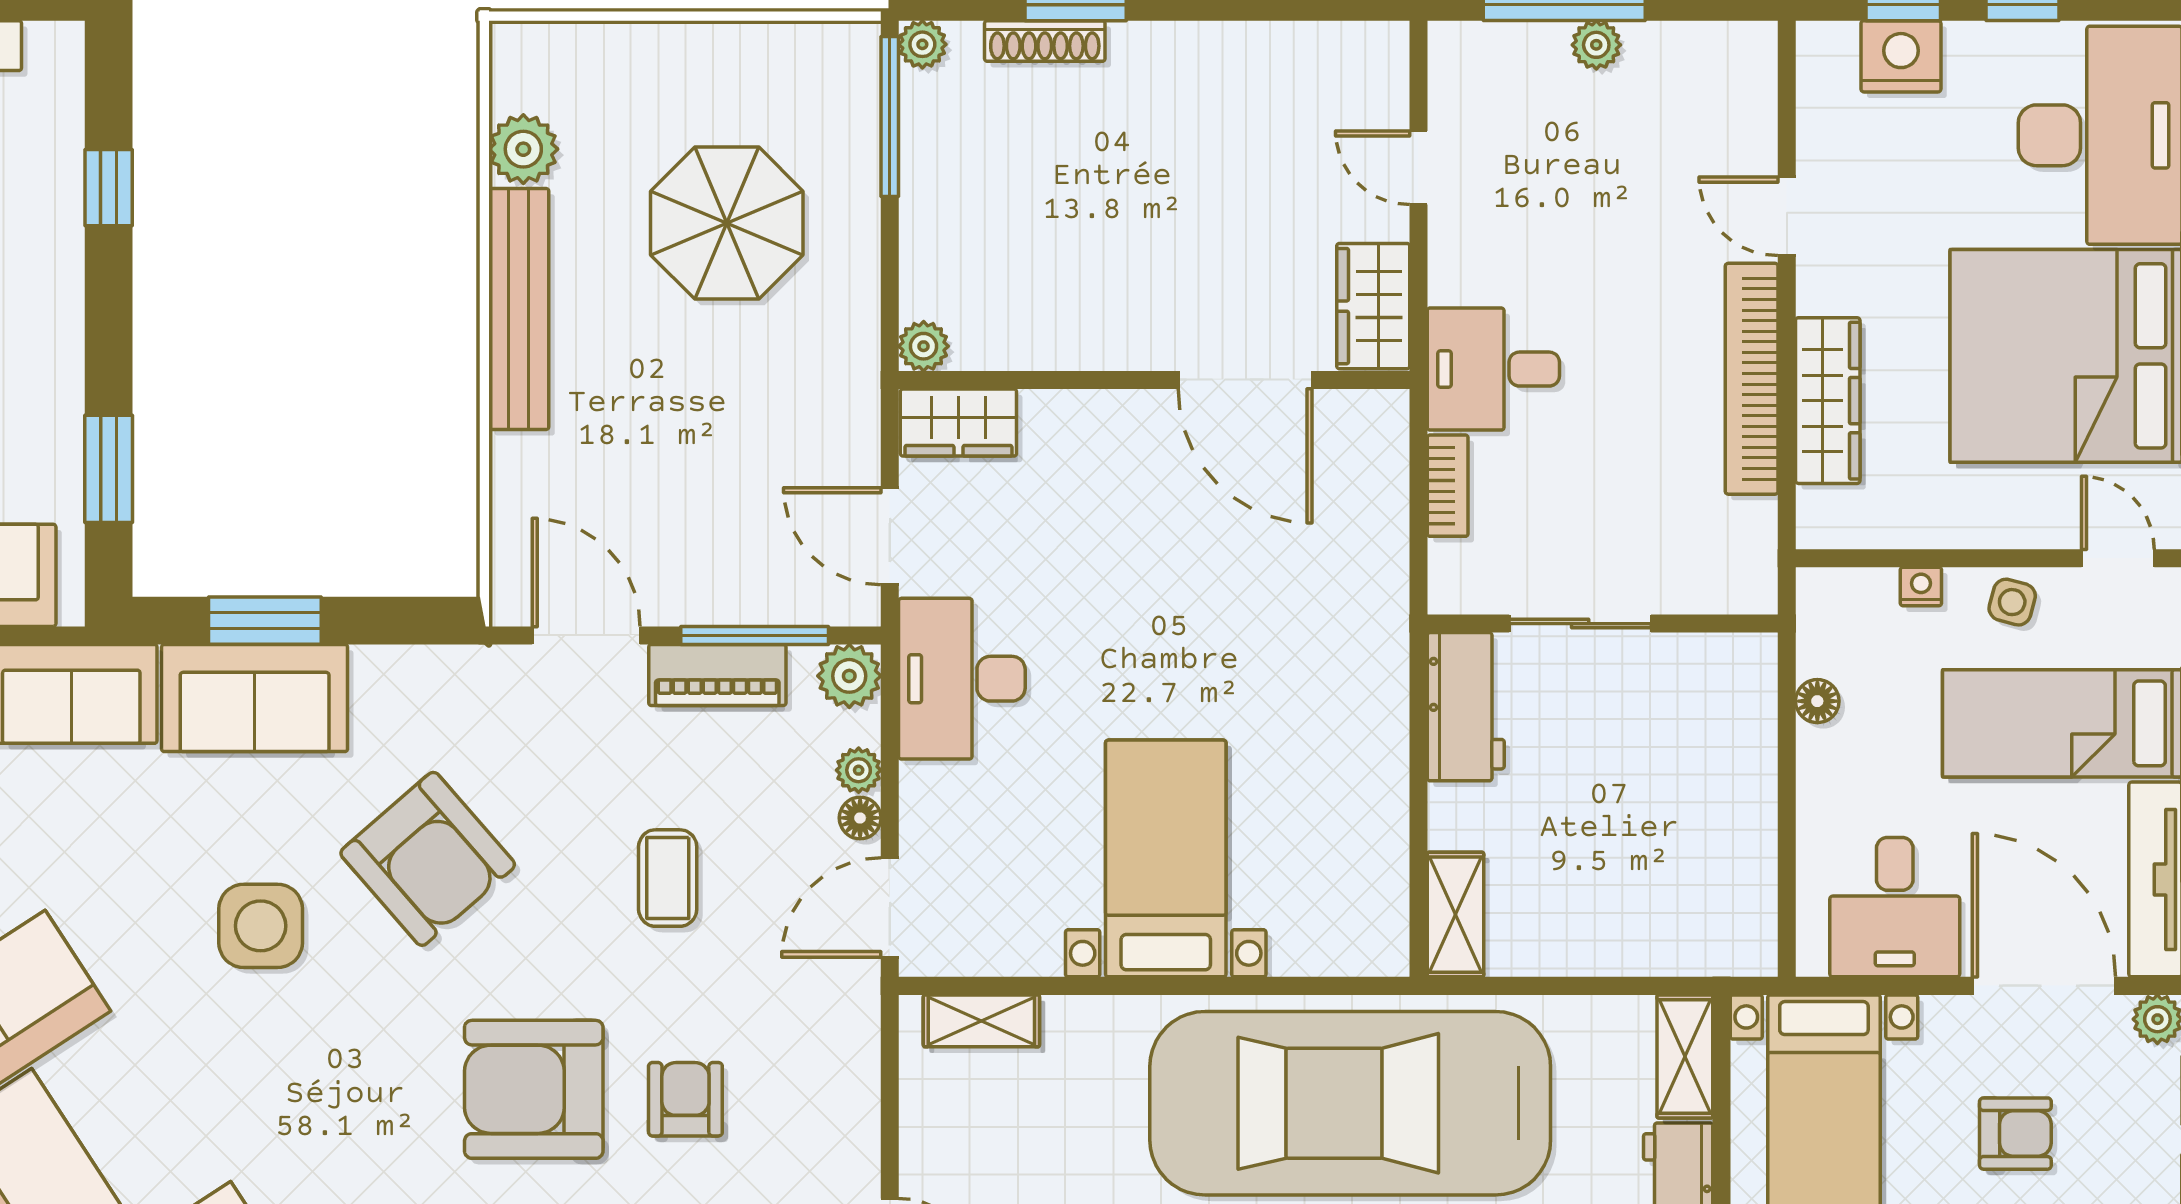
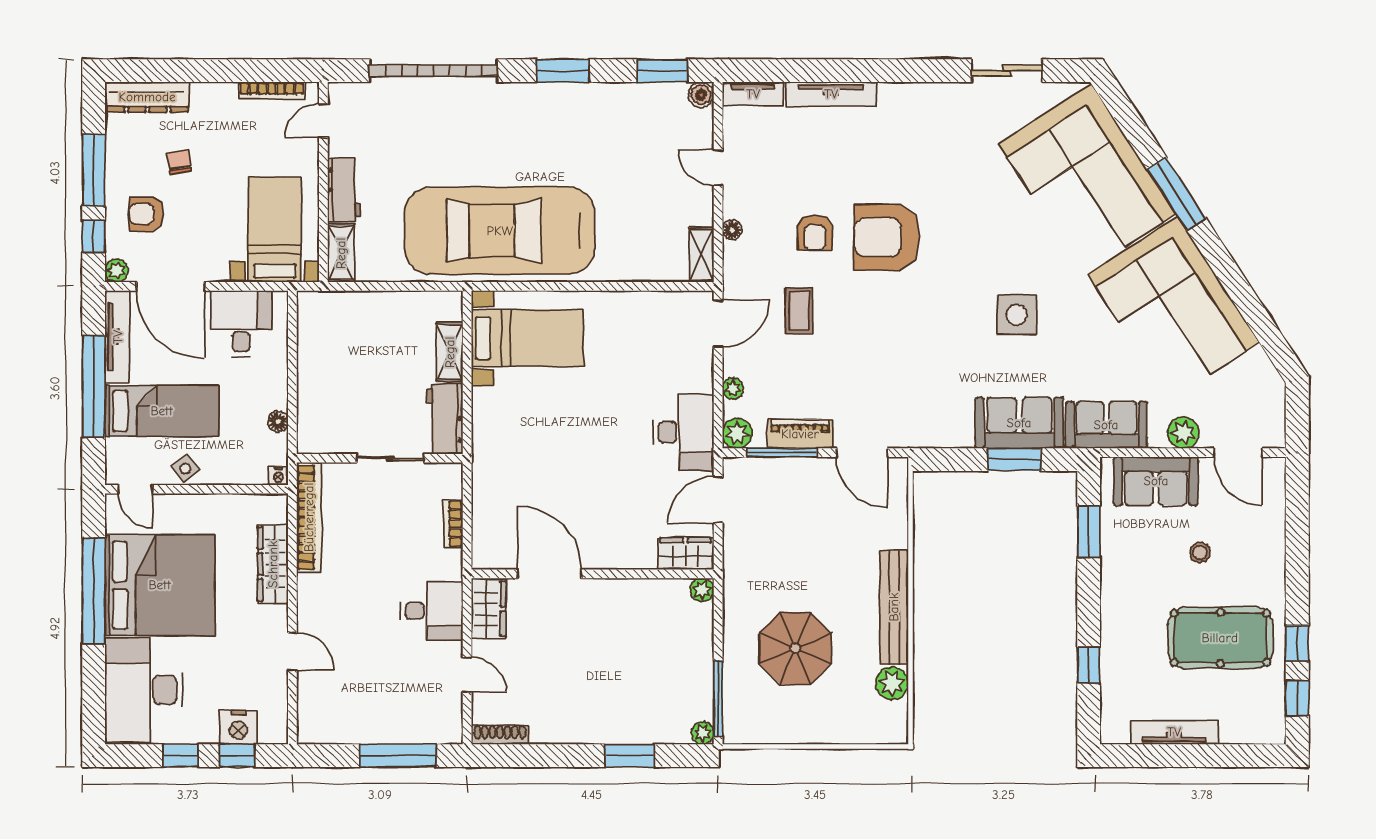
shoe rack: (1045, 41) -> (500, 735), moved
plant: (1596, 45) -> (383, 733), removed
desk: (1493, 369) -> (432, 611), moved
bookcase: (1752, 379) -> (309, 517), moved
door: (890, 536) -> (718, 500), swing flipped
nightstand: (1921, 586) -> (278, 476), moved
side table: (2012, 602) -> (185, 468), turned 37
floor lamp: (860, 818) -> (732, 230), moved
bed with nightstands: (1166, 858) -> (528, 338), moved, turned -90
armchair: (428, 859) -> (937, 347), removed
coffee table: (668, 878) -> (799, 311), moved
shelving: (1455, 915) -> (450, 352), moved
shelving: (981, 1021) -> (701, 255), moved, turned 90
armchair: (534, 1089) -> (887, 237), turned 180
car: (1350, 1103) -> (500, 231), turned 180
armchair: (2015, 1134) -> (147, 214), moved

